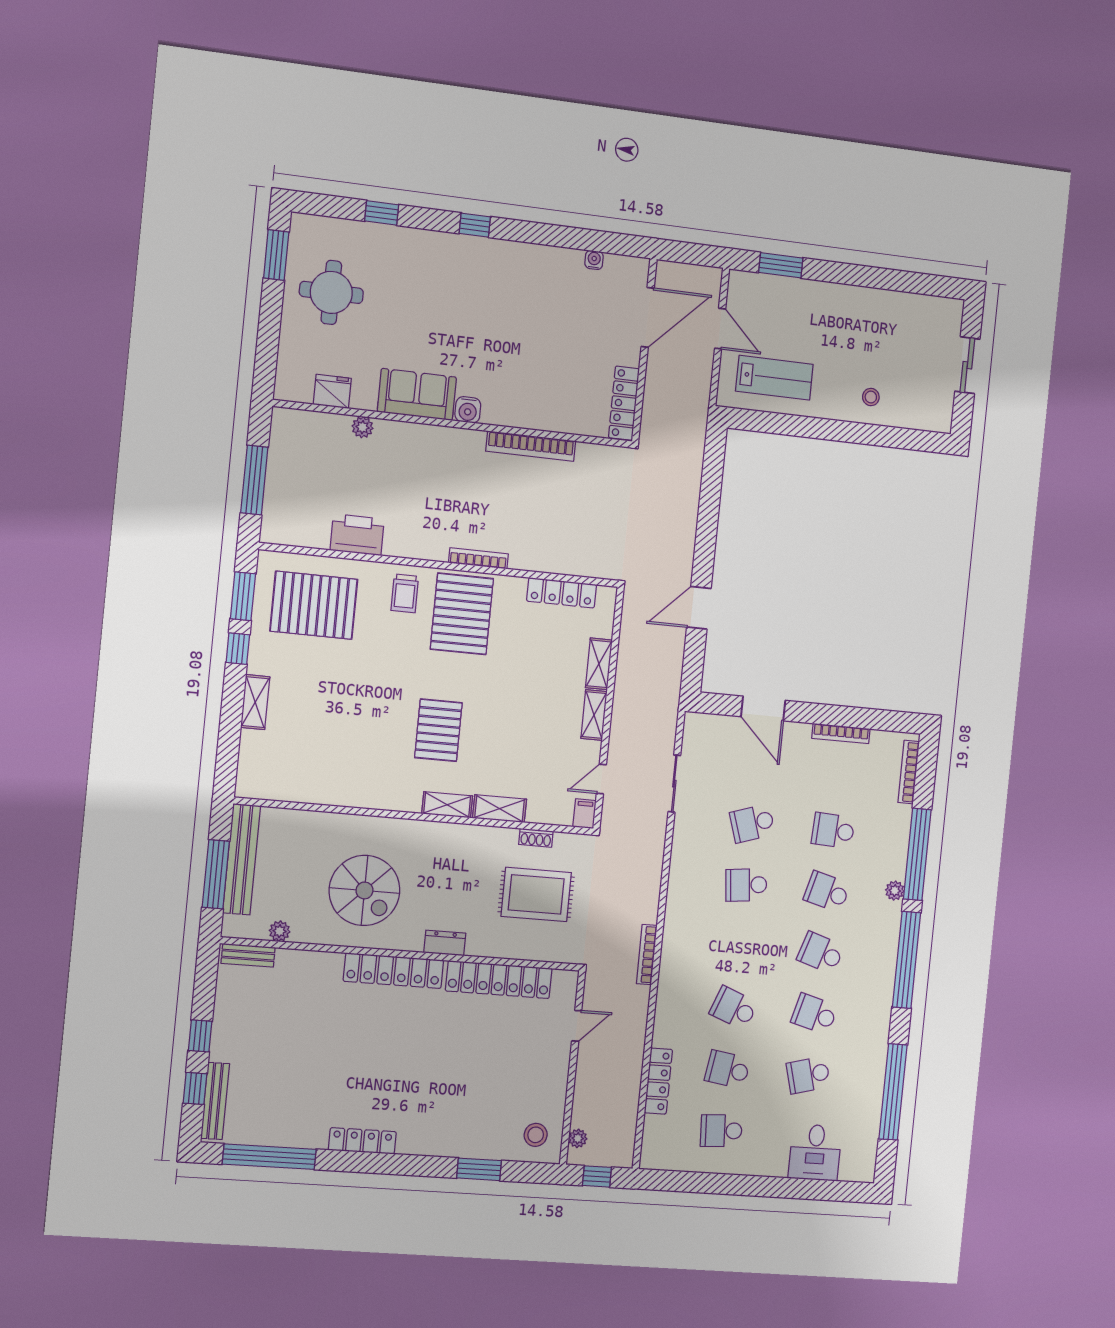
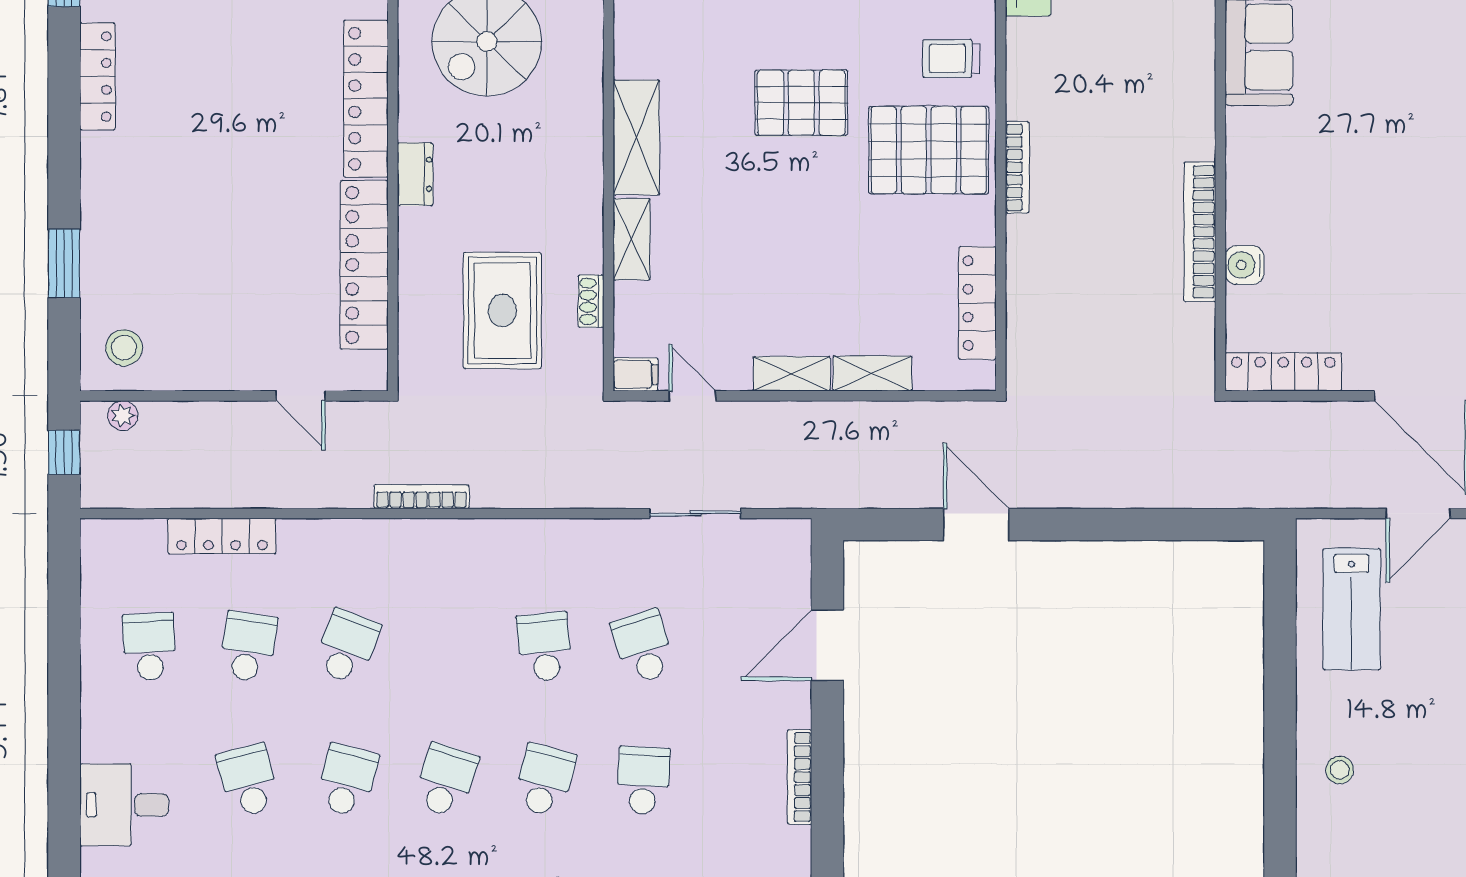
water cooler: (468, 410) -> (1245, 265), moved
pallet: (438, 730) -> (801, 103), moved
shelving: (447, 805) -> (636, 137), width x1.50, depth x1.33

